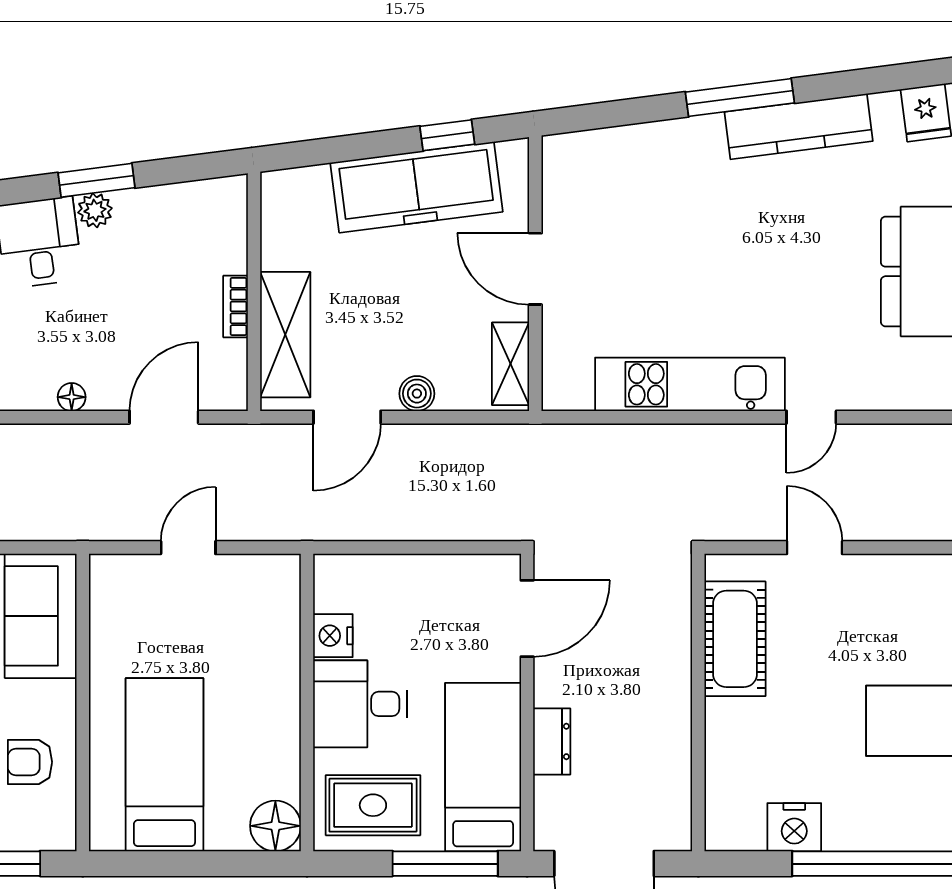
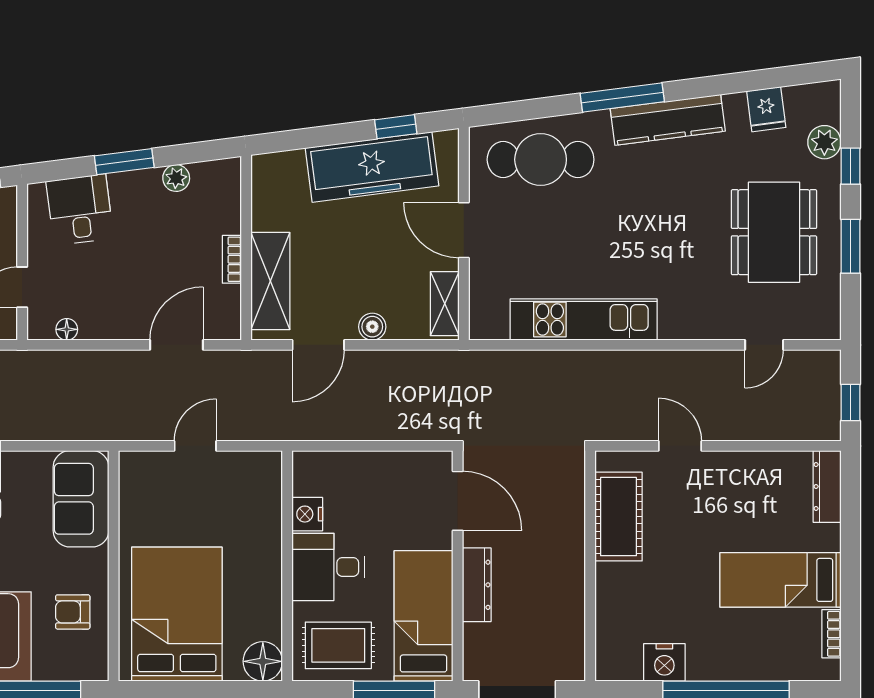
cafe table: (634, 178) -> (541, 160), added
plant: (95, 210) -> (176, 178), moved
floor lamp: (72, 397) -> (67, 329), moved
door: (811, 417) -> (764, 345), moved
door: (527, 619) -> (458, 501), hinge flipped
dresser: (552, 741) -> (477, 585), width x1.44
bed: (164, 765) -> (177, 614), width x1.50

